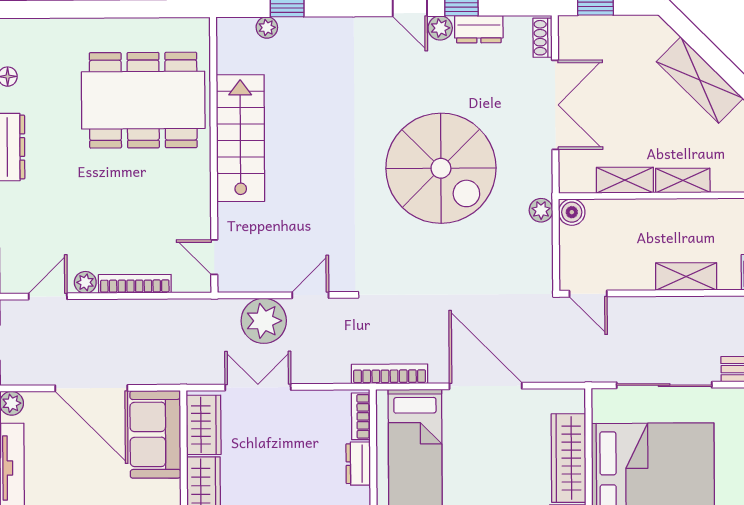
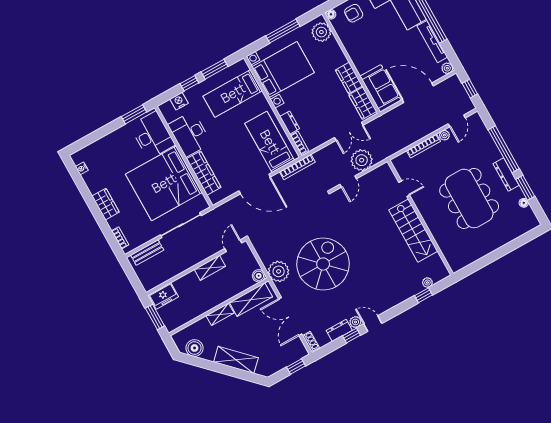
dining table: (143, 100) -> (469, 198), moved, turned 90
spiral stairs: (441, 168) -> (323, 264), turned 90
shelving: (625, 180) -> (251, 300), width x1.50, depth x1.33
plant: (541, 210) -> (279, 271), width x1.88, depth x1.88
door: (214, 257) -> (404, 189), moved
shelving: (686, 276) -> (210, 268), moved
door: (588, 294) -> (233, 246), hinge flipped

